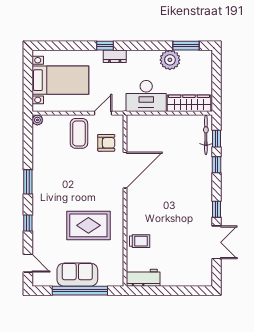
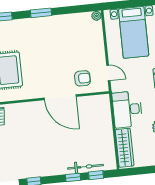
coffee table: (79, 133) -> (88, 54), removed
bicycle: (206, 135) -> (85, 167), moved
armchair: (106, 143) -> (82, 78), turned -90

